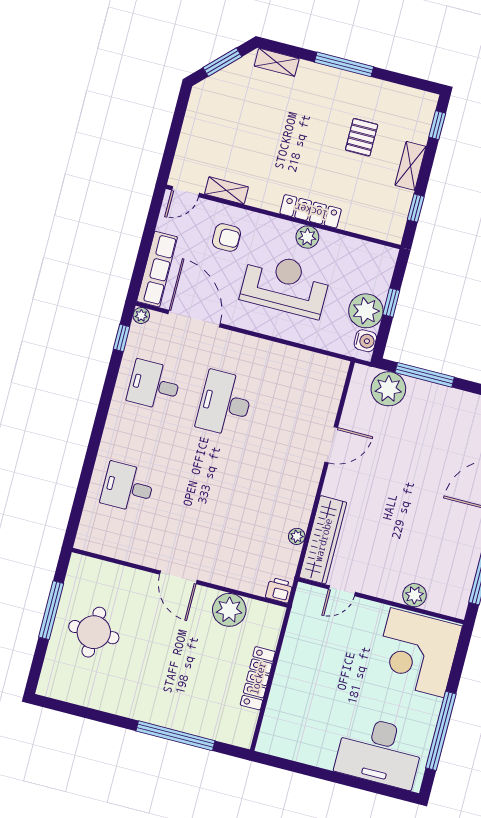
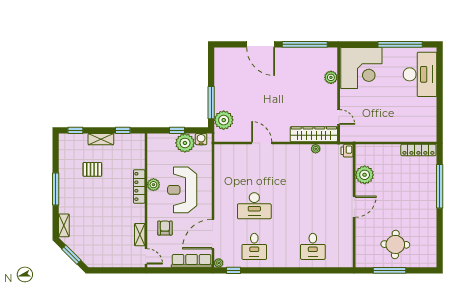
locker: (258, 678) -> (418, 150), moved

